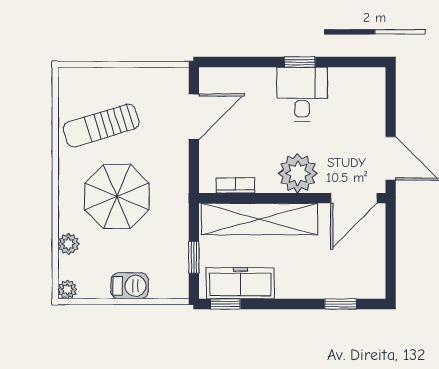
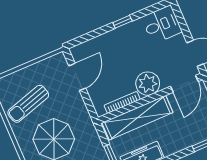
desk: (302, 94) -> (162, 25), moved, turned 90
bookcase: (235, 185) -> (122, 102), width x1.56

